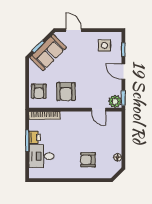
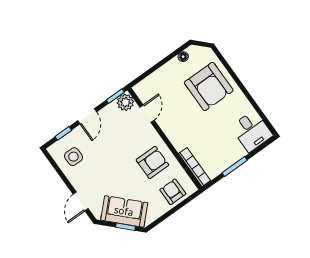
armchair: (39, 91) -> (173, 192), turned -90
printer: (35, 137) -> (226, 161), removed
desk: (41, 156) -> (252, 131), moved
armchair: (88, 160) -> (209, 87), width x1.88, depth x1.88

